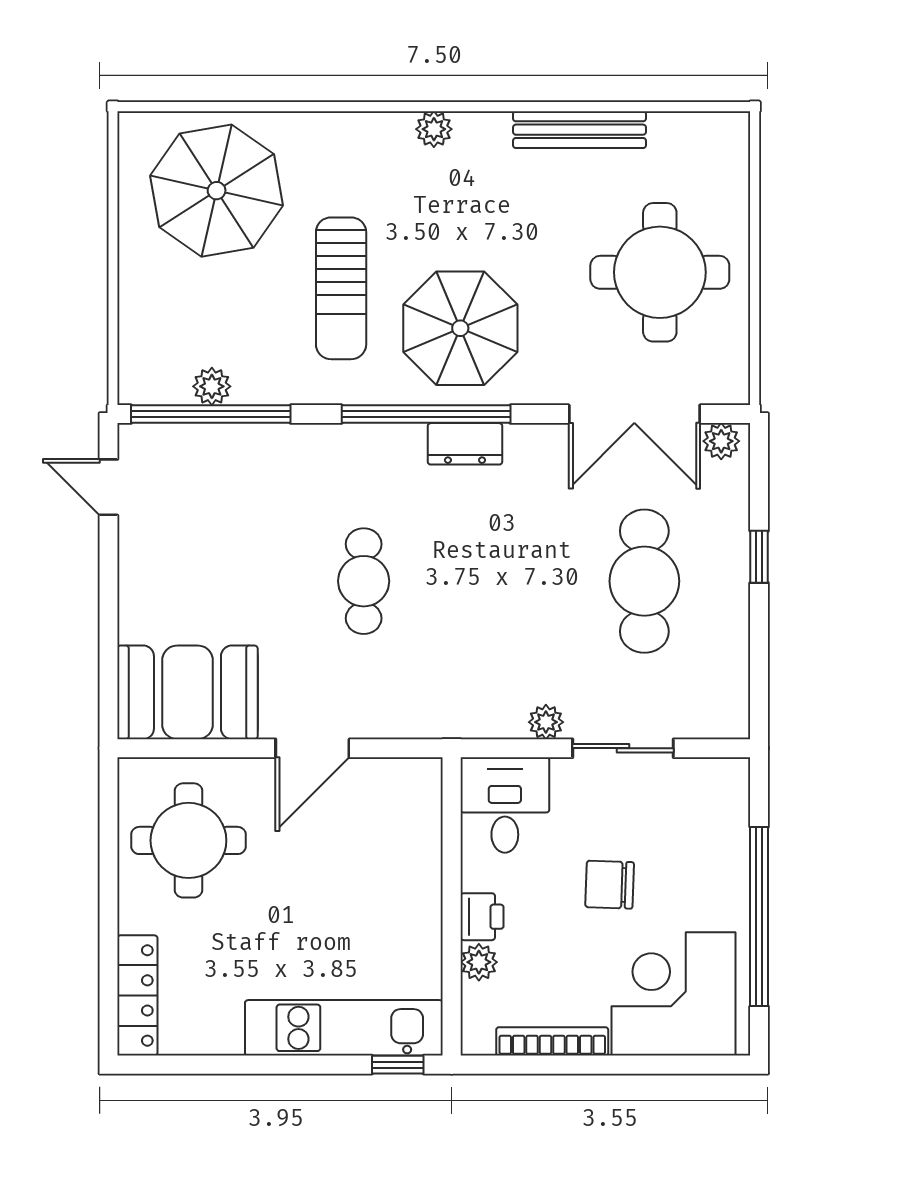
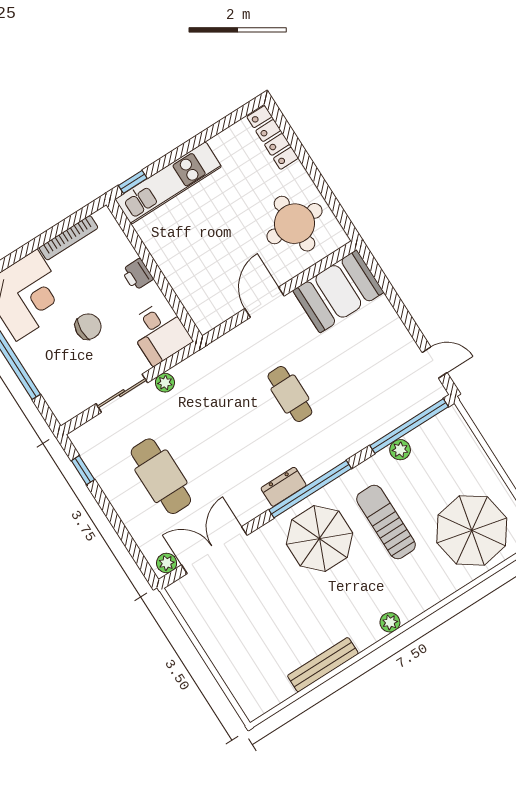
round table: (660, 272) -> (244, 623), removed
plant: (212, 386) -> (400, 450), moved
window: (759, 557) -> (83, 470), moved
plant: (479, 962) -> (125, 253), removed

